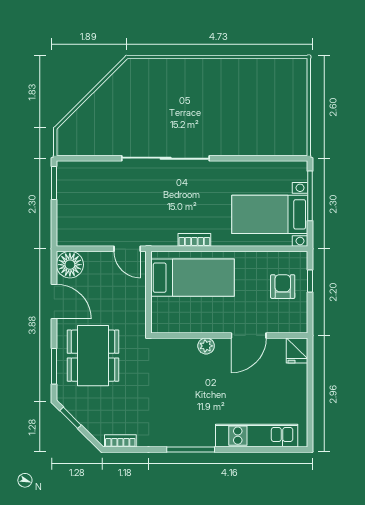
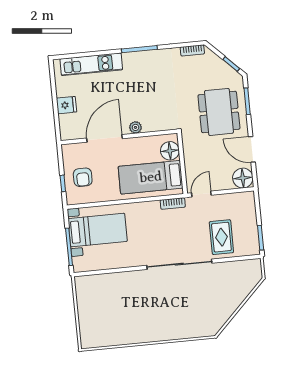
rug: (106, 189) -> (221, 237), added
bookcase: (194, 240) -> (173, 203), moved
door: (127, 249) -> (201, 194), hinge flipped
floor lamp: (163, 310) -> (170, 151), added
door: (249, 335) -> (105, 138), width x1.36
fridge: (297, 350) -> (66, 105), moved, turned 90

